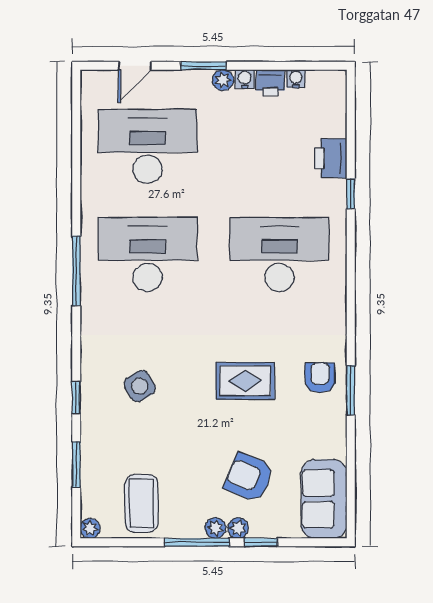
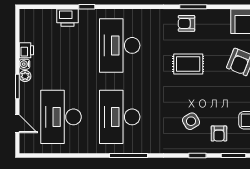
water cooler: (296, 79) -> (24, 37), removed
rug: (245, 381) -> (188, 64), turned 90
armchair: (117, 438) -> (219, 133), added

